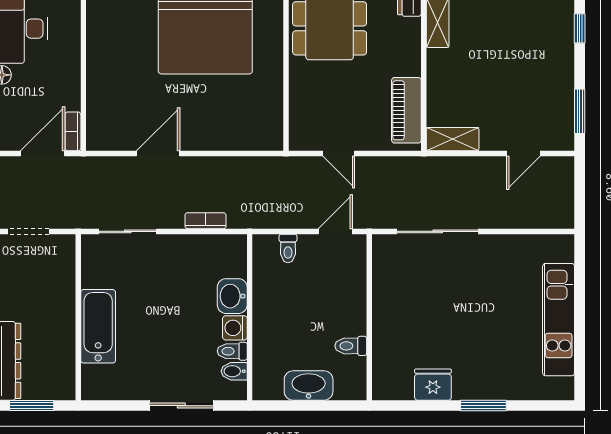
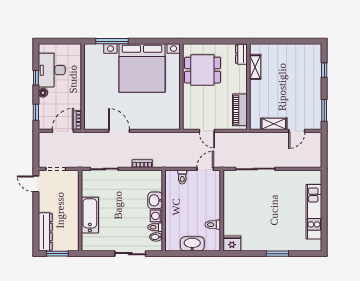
shelving: (453, 139) -> (274, 124), moved
door: (158, 153) -> (119, 131), hinge flipped
fridge: (433, 385) -> (232, 243), moved

